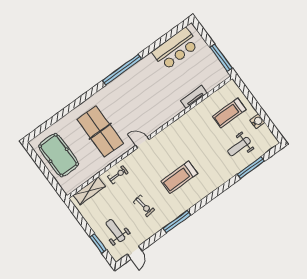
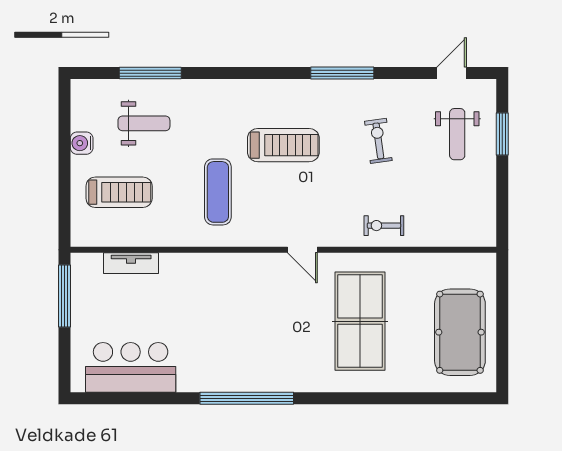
tv unit: (194, 97) -> (131, 263), moved
exercise mat: (191, 141) -> (218, 192), added
shelving: (89, 191) -> (452, 234), removed

